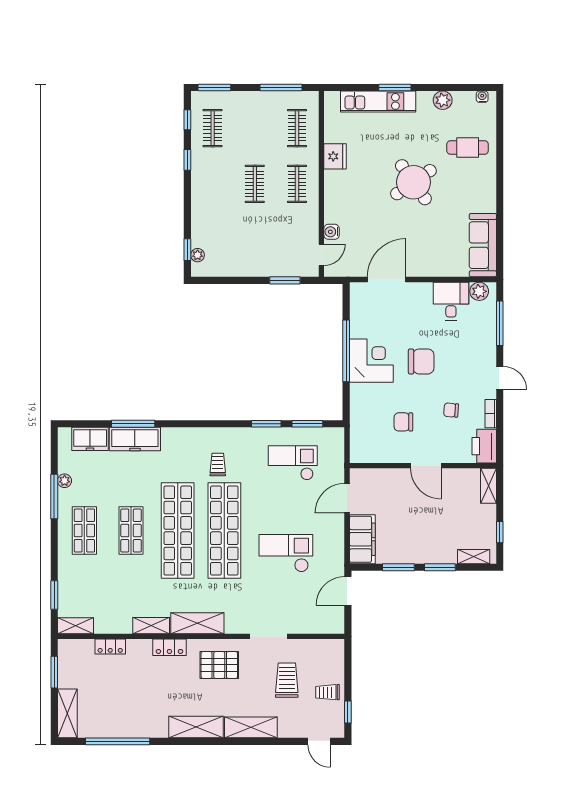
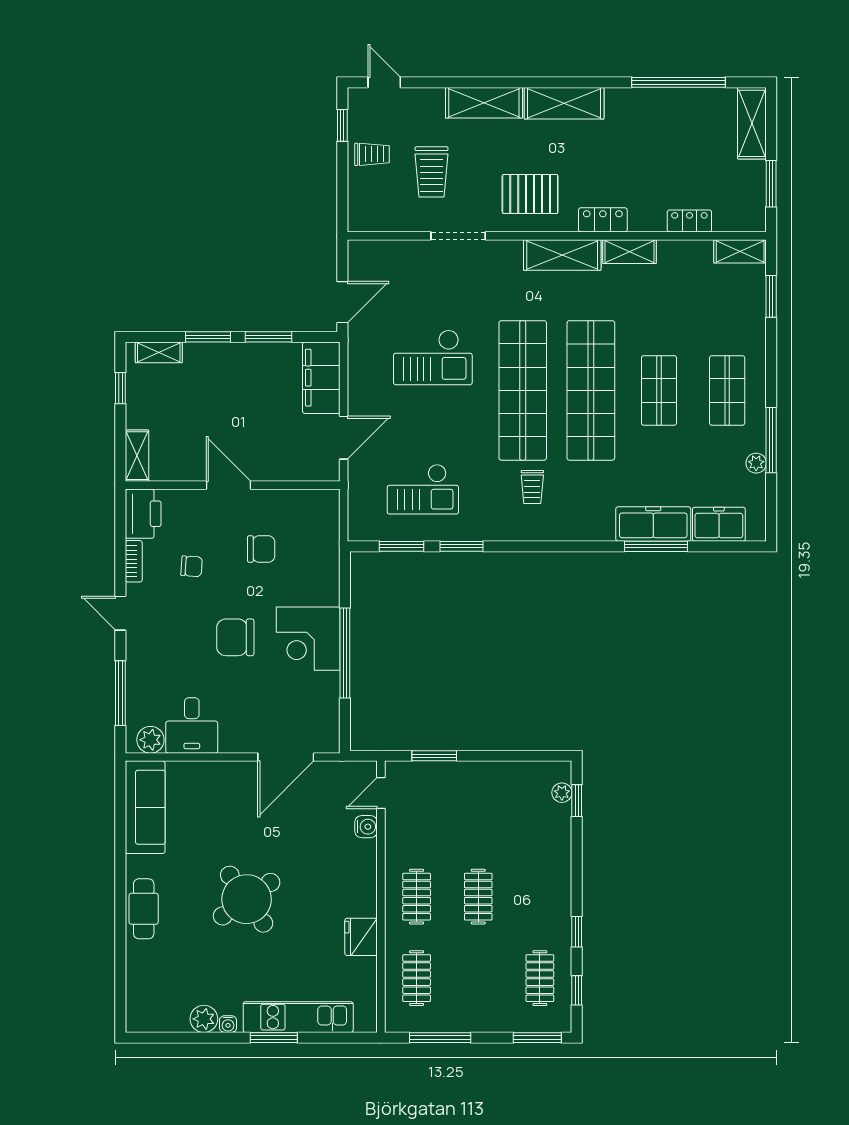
water cooler: (482, 97) -> (228, 1024), moved
cafe table: (468, 147) -> (144, 909), moved, turned 90

